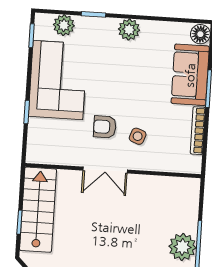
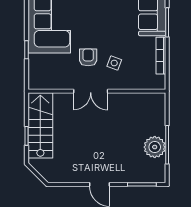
armchair: (105, 127) -> (88, 57), turned 90

